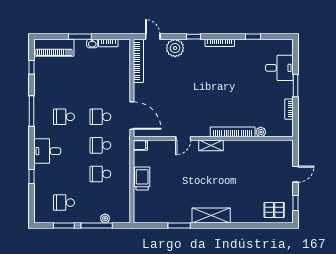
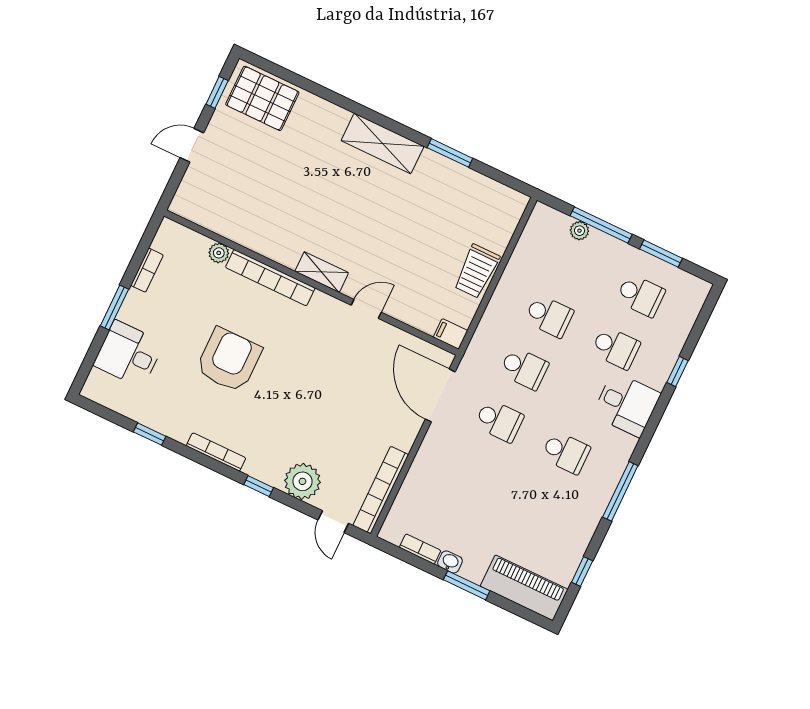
armchair: (234, 86) -> (229, 360), added
school desk: (64, 174) -> (616, 348), added
pallet: (274, 210) -> (262, 98), width x1.50, depth x1.42

